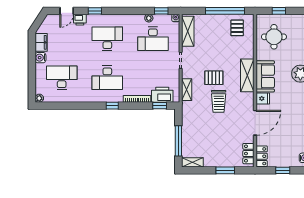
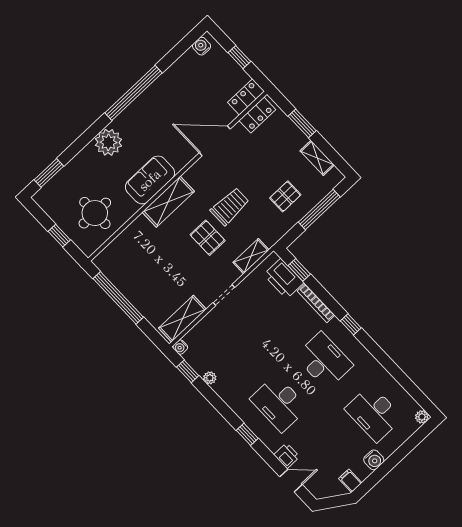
window: (95, 11) -> (247, 434), moved
pallet: (237, 28) -> (285, 196), moved
desk: (153, 39) -> (229, 351), removed
filing cabinet: (41, 42) -> (350, 481), width x0.50
fridge: (263, 99) -> (178, 159), removed
shelving: (192, 162) -> (317, 158), moved

